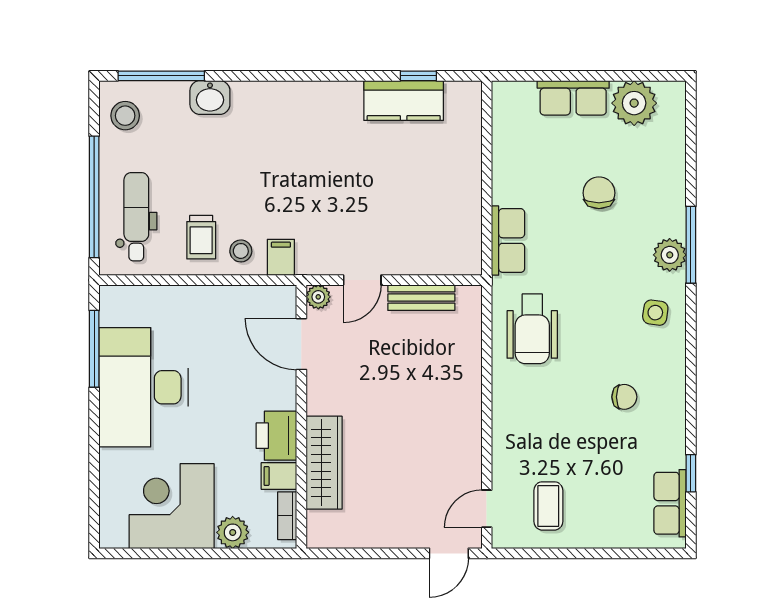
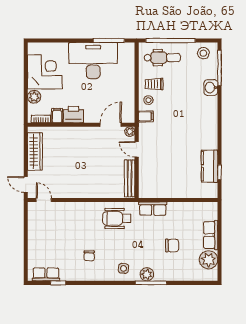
bench: (421, 298) -> (130, 178), width x1.36
wardrobe: (324, 463) -> (35, 151), moved, turned -90
coffee table: (548, 506) -> (45, 225), removed

